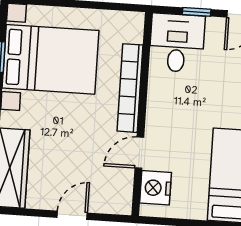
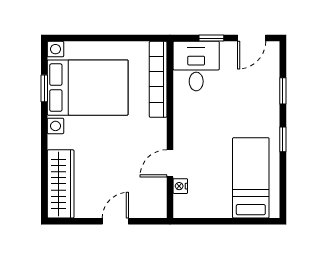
bookcase: (130, 88) -> (158, 79), moved
nightstand: (155, 188) -> (180, 186), width x0.53, depth x0.56

